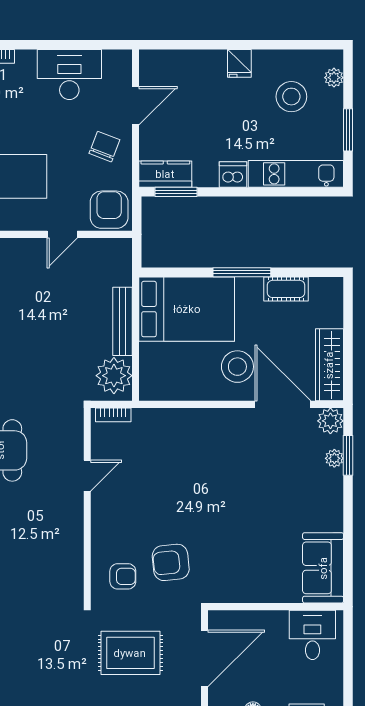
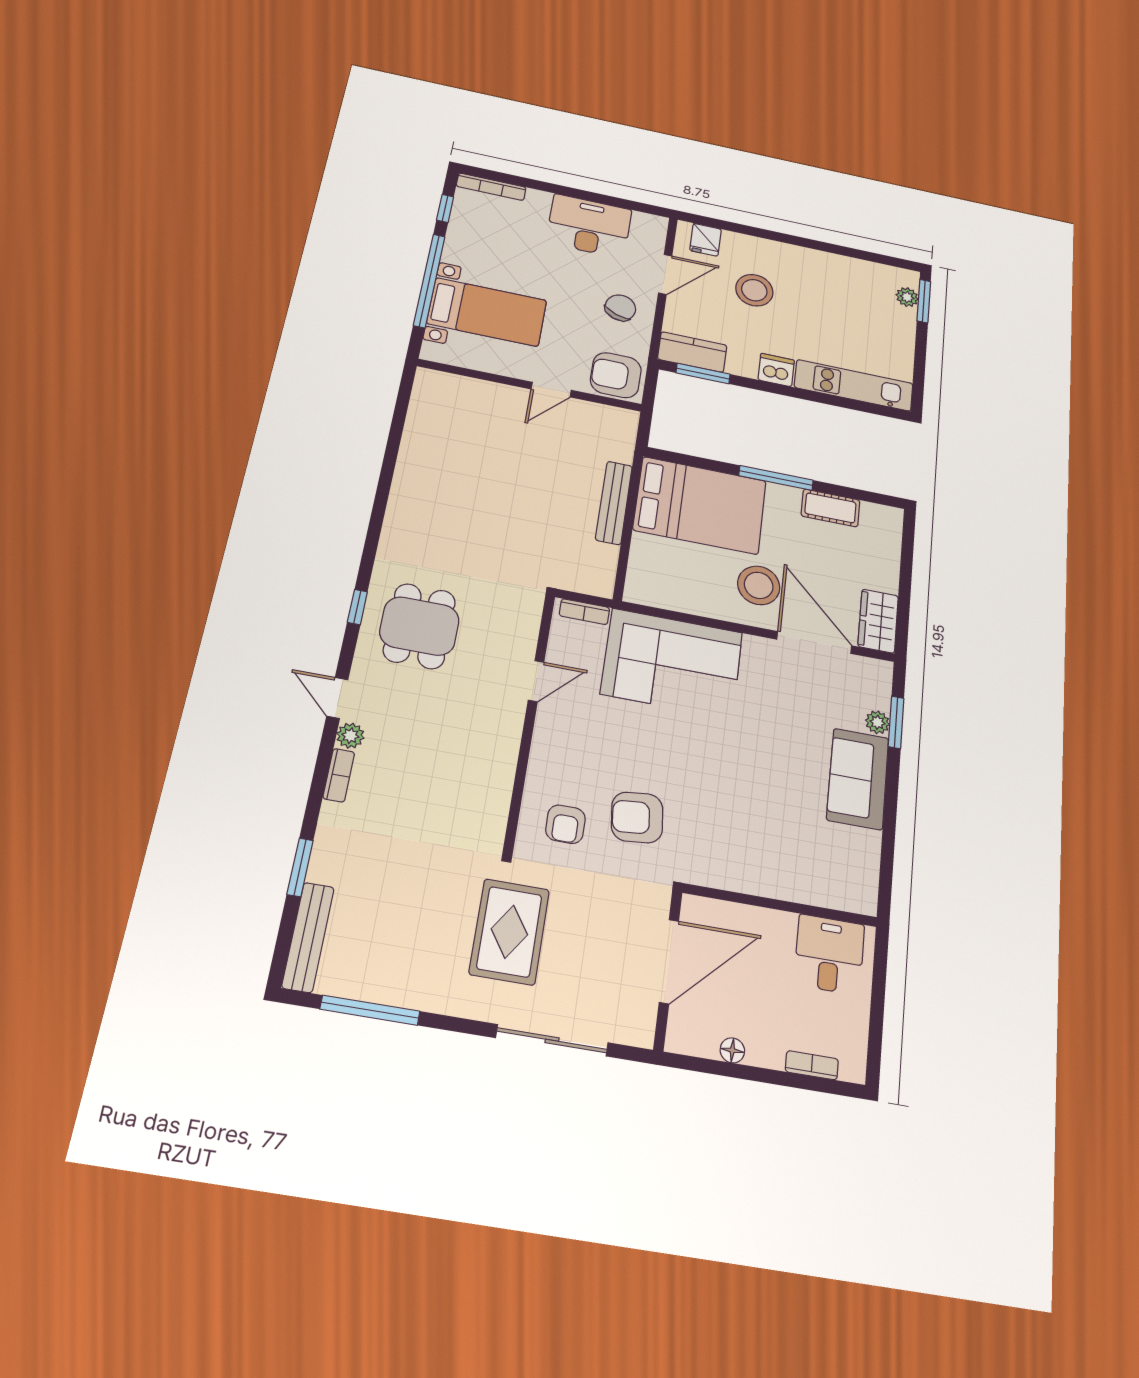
fridge: (239, 63) -> (706, 240), moved
stool: (291, 97) -> (754, 290), moved
window: (348, 130) -> (924, 301), moved
armchair: (109, 210) -> (616, 375), turned -90
wardrobe: (329, 365) -> (878, 621), width x0.67
plant: (114, 376) -> (593, 564), removed
plant: (330, 421) -> (876, 675), removed
corner sofa: (181, 442) -> (672, 663), added
sofa: (323, 568) -> (858, 779), moved
armchair: (123, 576) -> (565, 824), turned 90
rug: (130, 653) -> (509, 932), moved, turned 90

